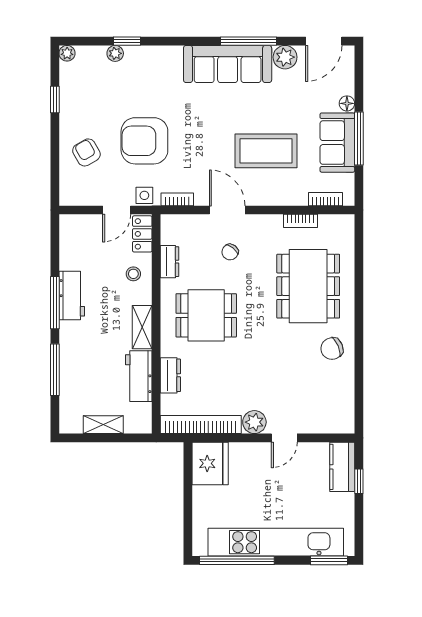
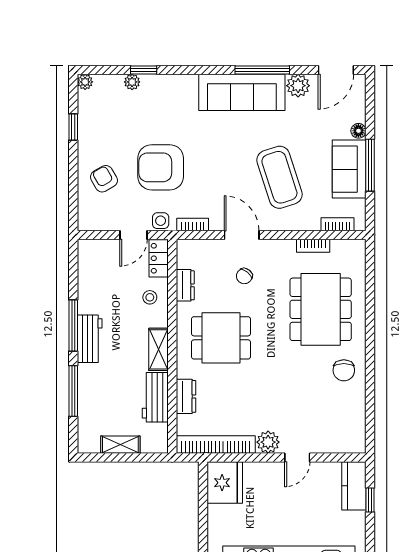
coffee table: (266, 151) -> (279, 177), turned 72
workbench: (72, 296) -> (90, 339), moved
chair: (332, 349) -> (344, 370), turned -67

